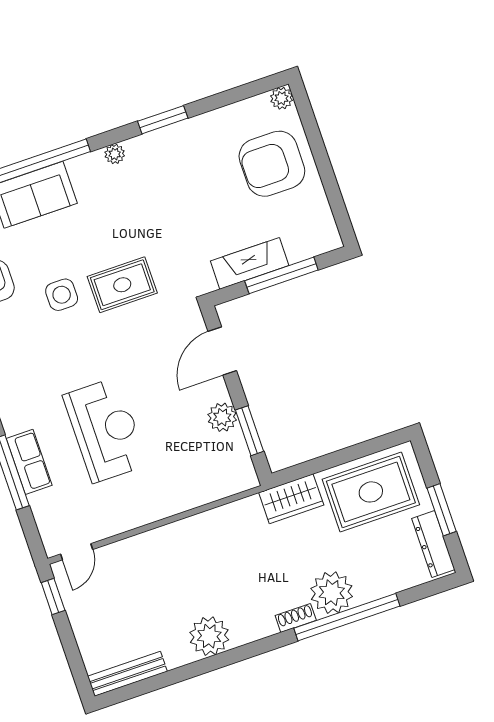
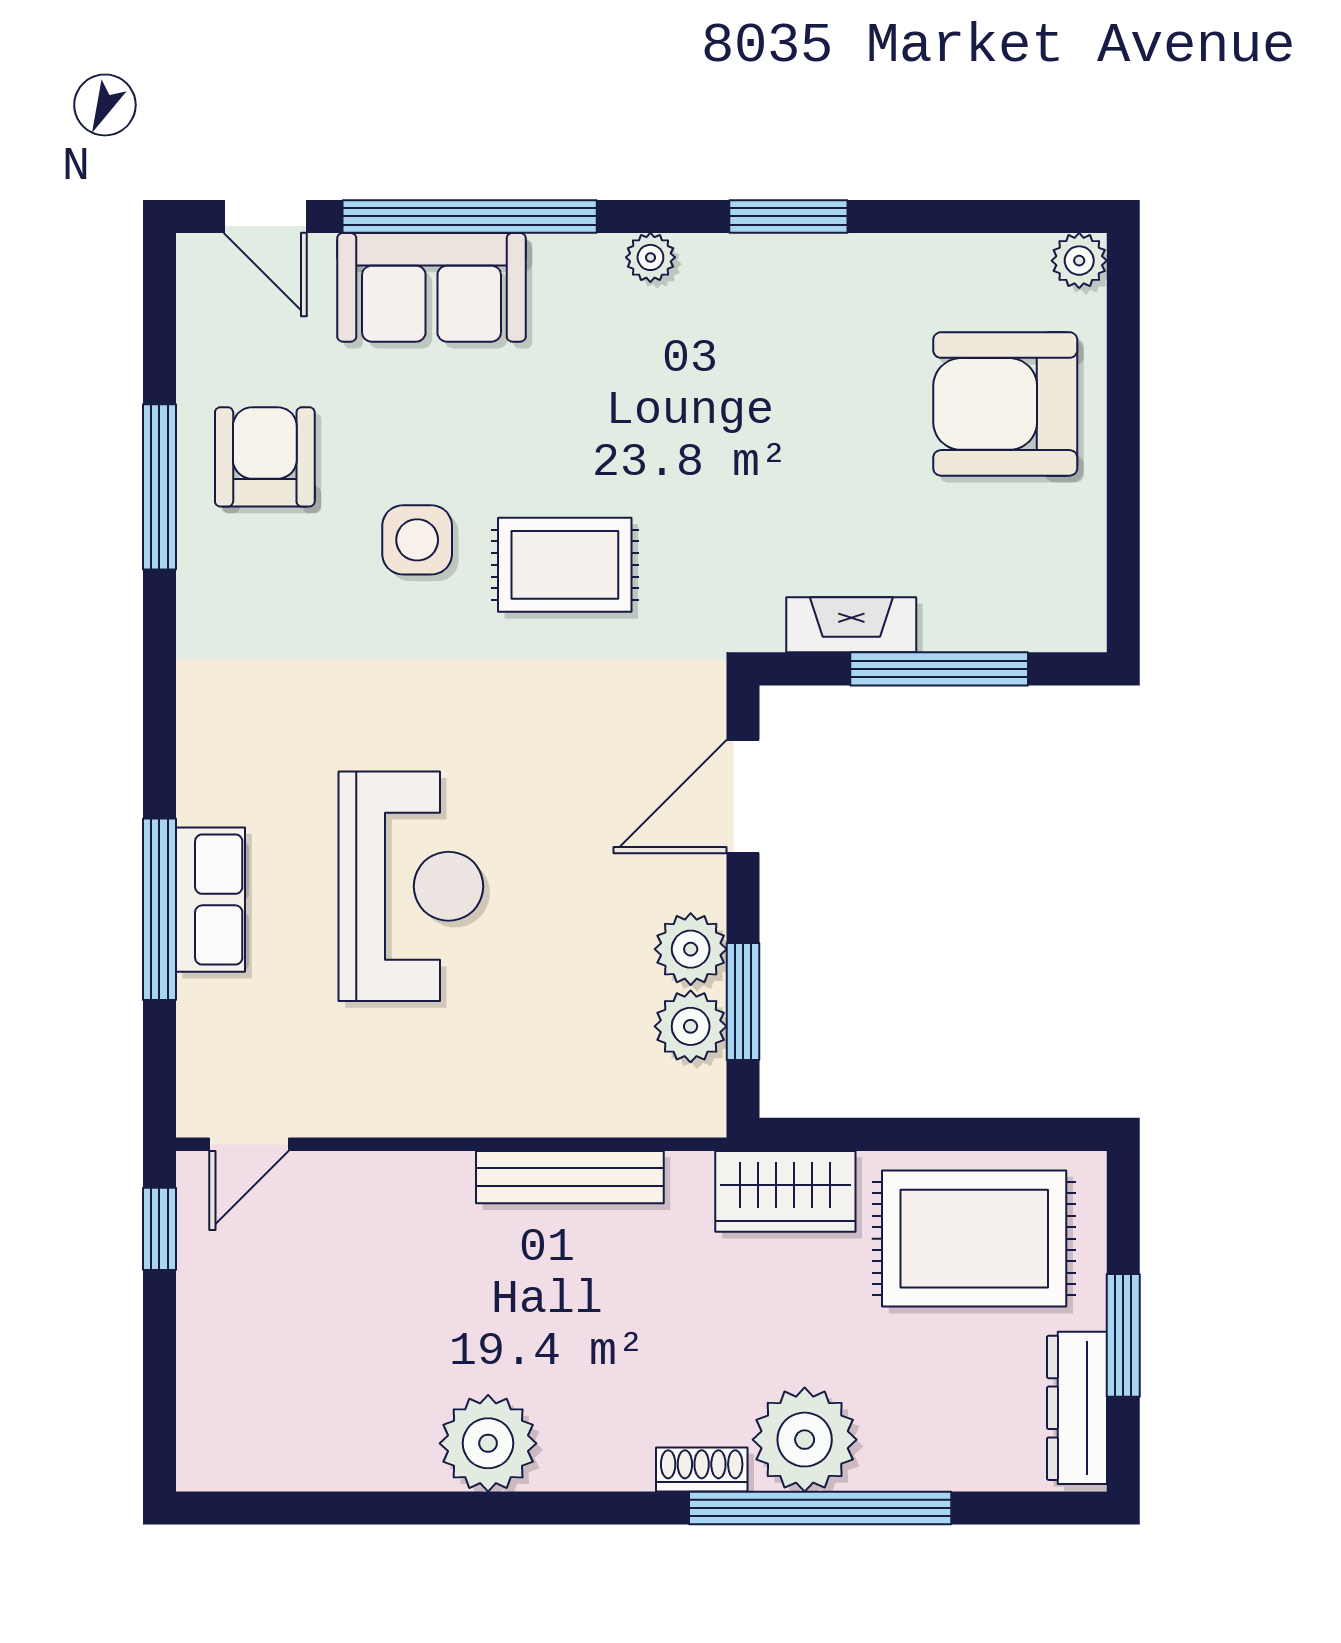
fireplace: (250, 263) -> (851, 625), width x0.73, depth x0.76
plant: (232, 447) -> (691, 1026), added
bench: (127, 674) -> (570, 1177), moved

